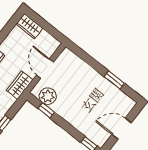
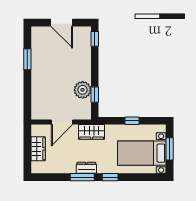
wardrobe: (29, 26) -> (38, 149), moved
plant: (48, 96) -> (83, 90), moved

